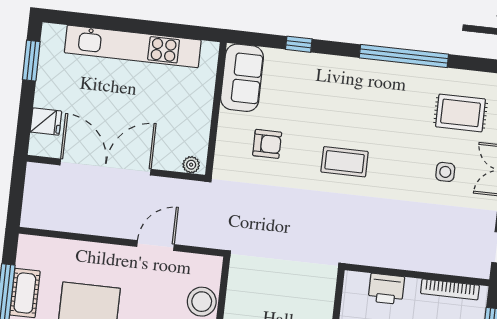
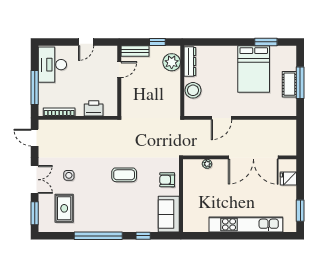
window: (299, 44) -> (143, 236), moved
sofa: (242, 78) -> (169, 214), moved
wall: (216, 109) -> (181, 196), moved
rug: (461, 113) -> (64, 208), turned 90

